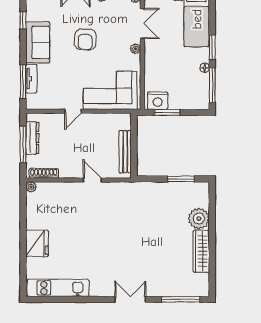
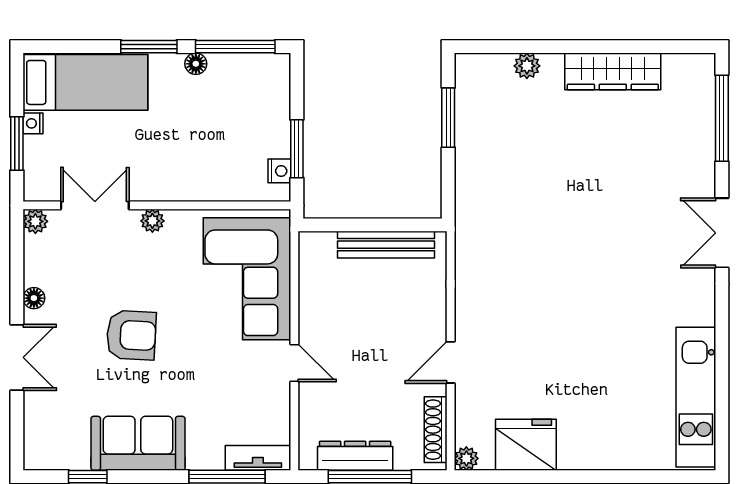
tv unit: (31, 79) -> (258, 458), moved
nightstand: (158, 101) -> (279, 171), width x0.53, depth x0.56
door: (92, 180) -> (451, 362), moved
plant: (199, 219) -> (527, 66), width x0.53, depth x0.53
fridge: (37, 243) -> (526, 445), moved

